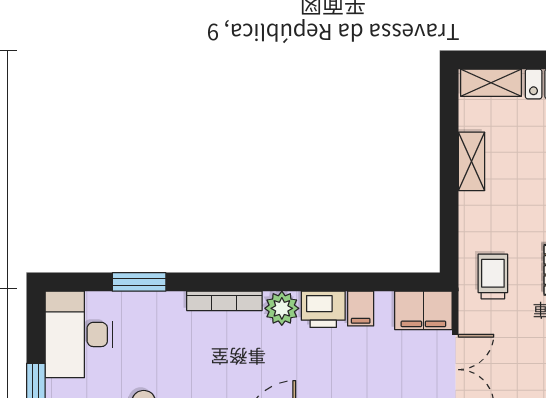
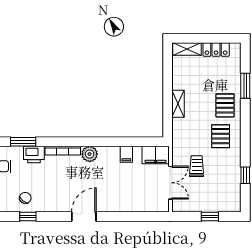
shelving: (472, 161) -> (178, 104), moved
trolley: (493, 276) -> (197, 166), moved
printer: (323, 309) -> (34, 155), moved

